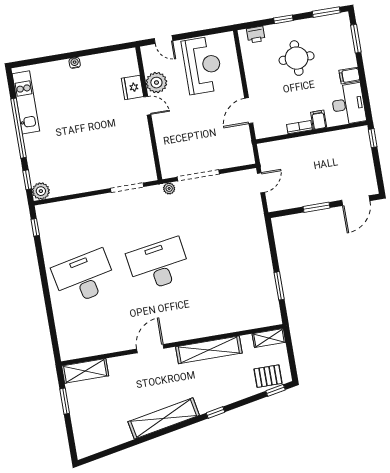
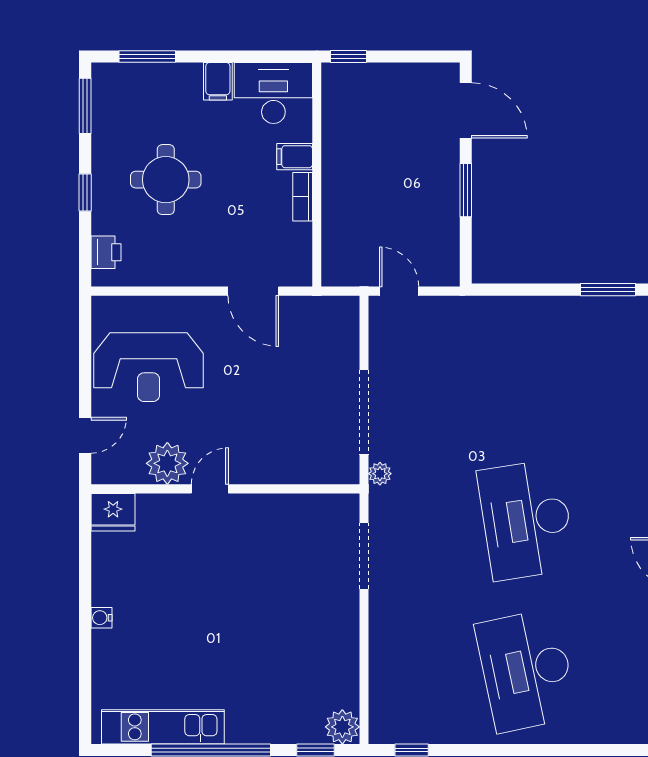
reception desk: (202, 65) -> (148, 367), turned 180
fridge: (132, 87) -> (113, 512), moved

